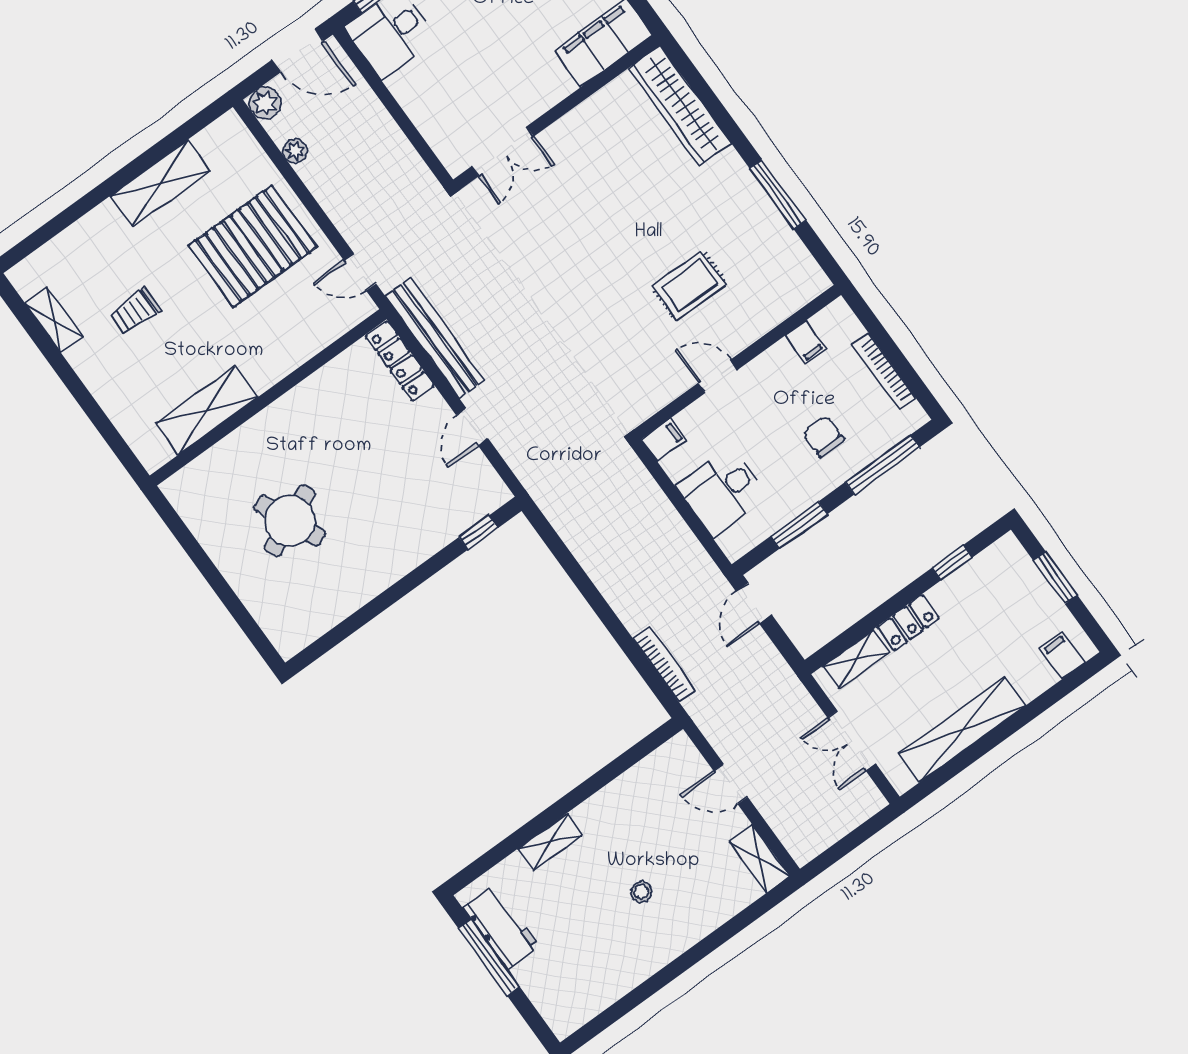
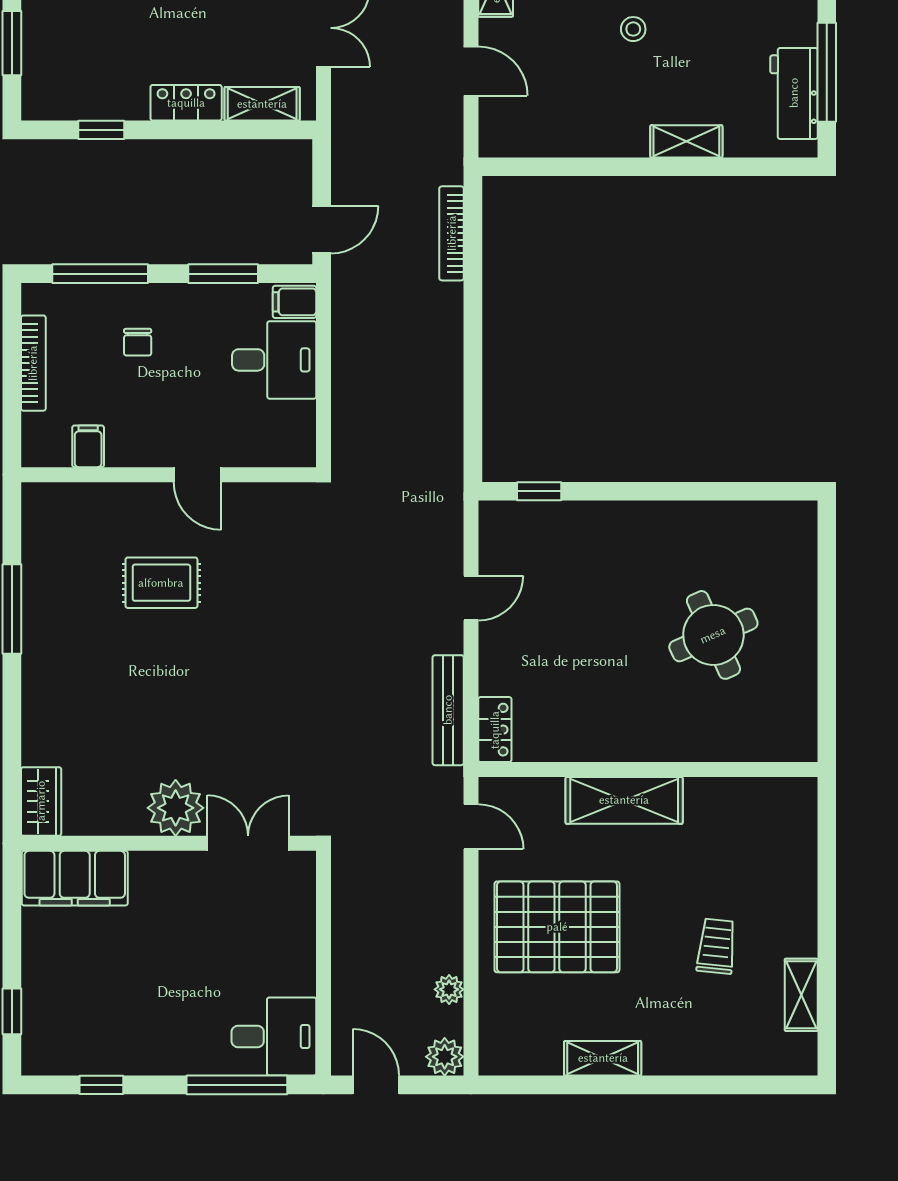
door: (298, 50) -> (376, 1085), width x0.73
wardrobe: (680, 106) -> (41, 801), width x0.48, depth x0.85
plant: (569, 140) -> (176, 808), added
shelving: (160, 183) -> (603, 1058), width x0.67, depth x0.75
trolley: (135, 311) -> (716, 946), turned -84
bench: (435, 338) -> (448, 710), width x0.73, depth x0.82
locker: (400, 361) -> (495, 730), width x0.66
shelving: (206, 410) -> (624, 800), moved
chair: (823, 437) -> (138, 342), width x0.73, depth x0.73
filing cabinet: (664, 440) -> (295, 302), moved

